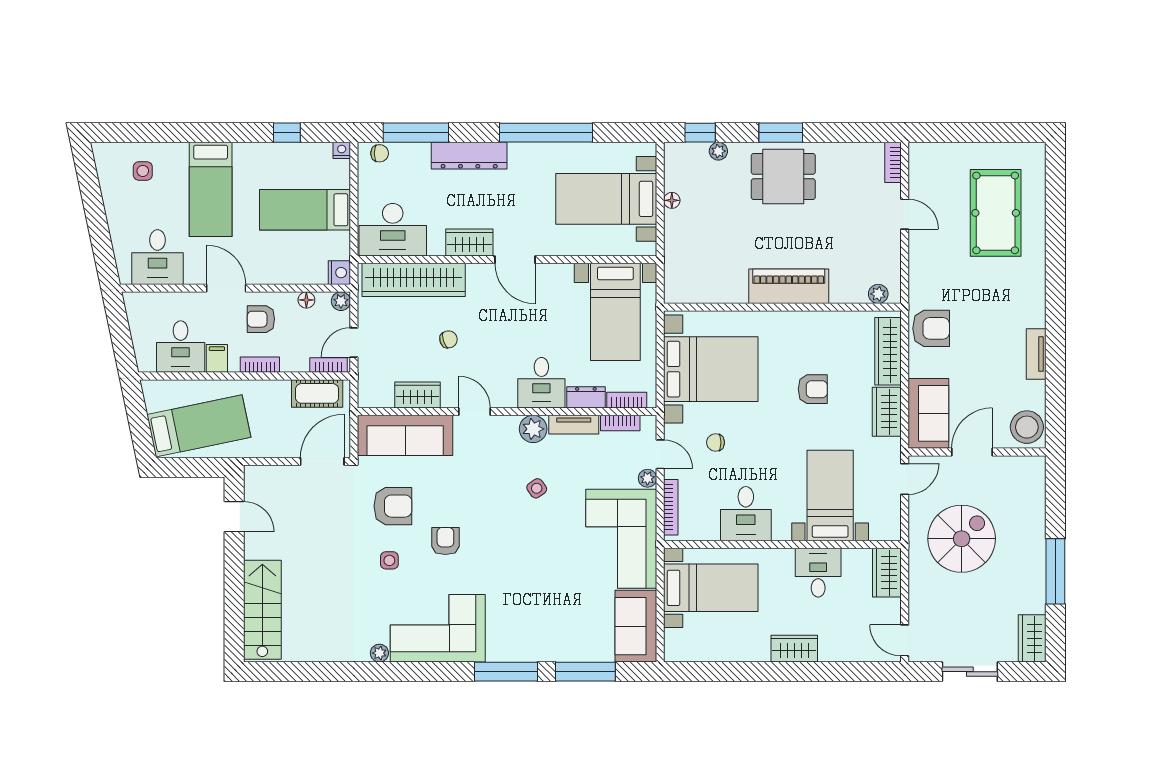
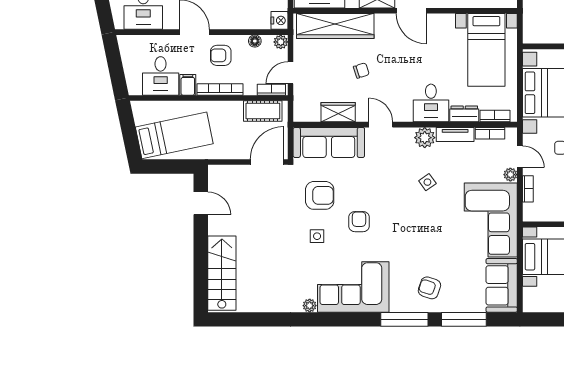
bookcase: (260, 365) -> (220, 89), width x1.56
bookcase: (671, 507) -> (528, 189), width x0.64
armchair: (539, 629) -> (429, 288), added

